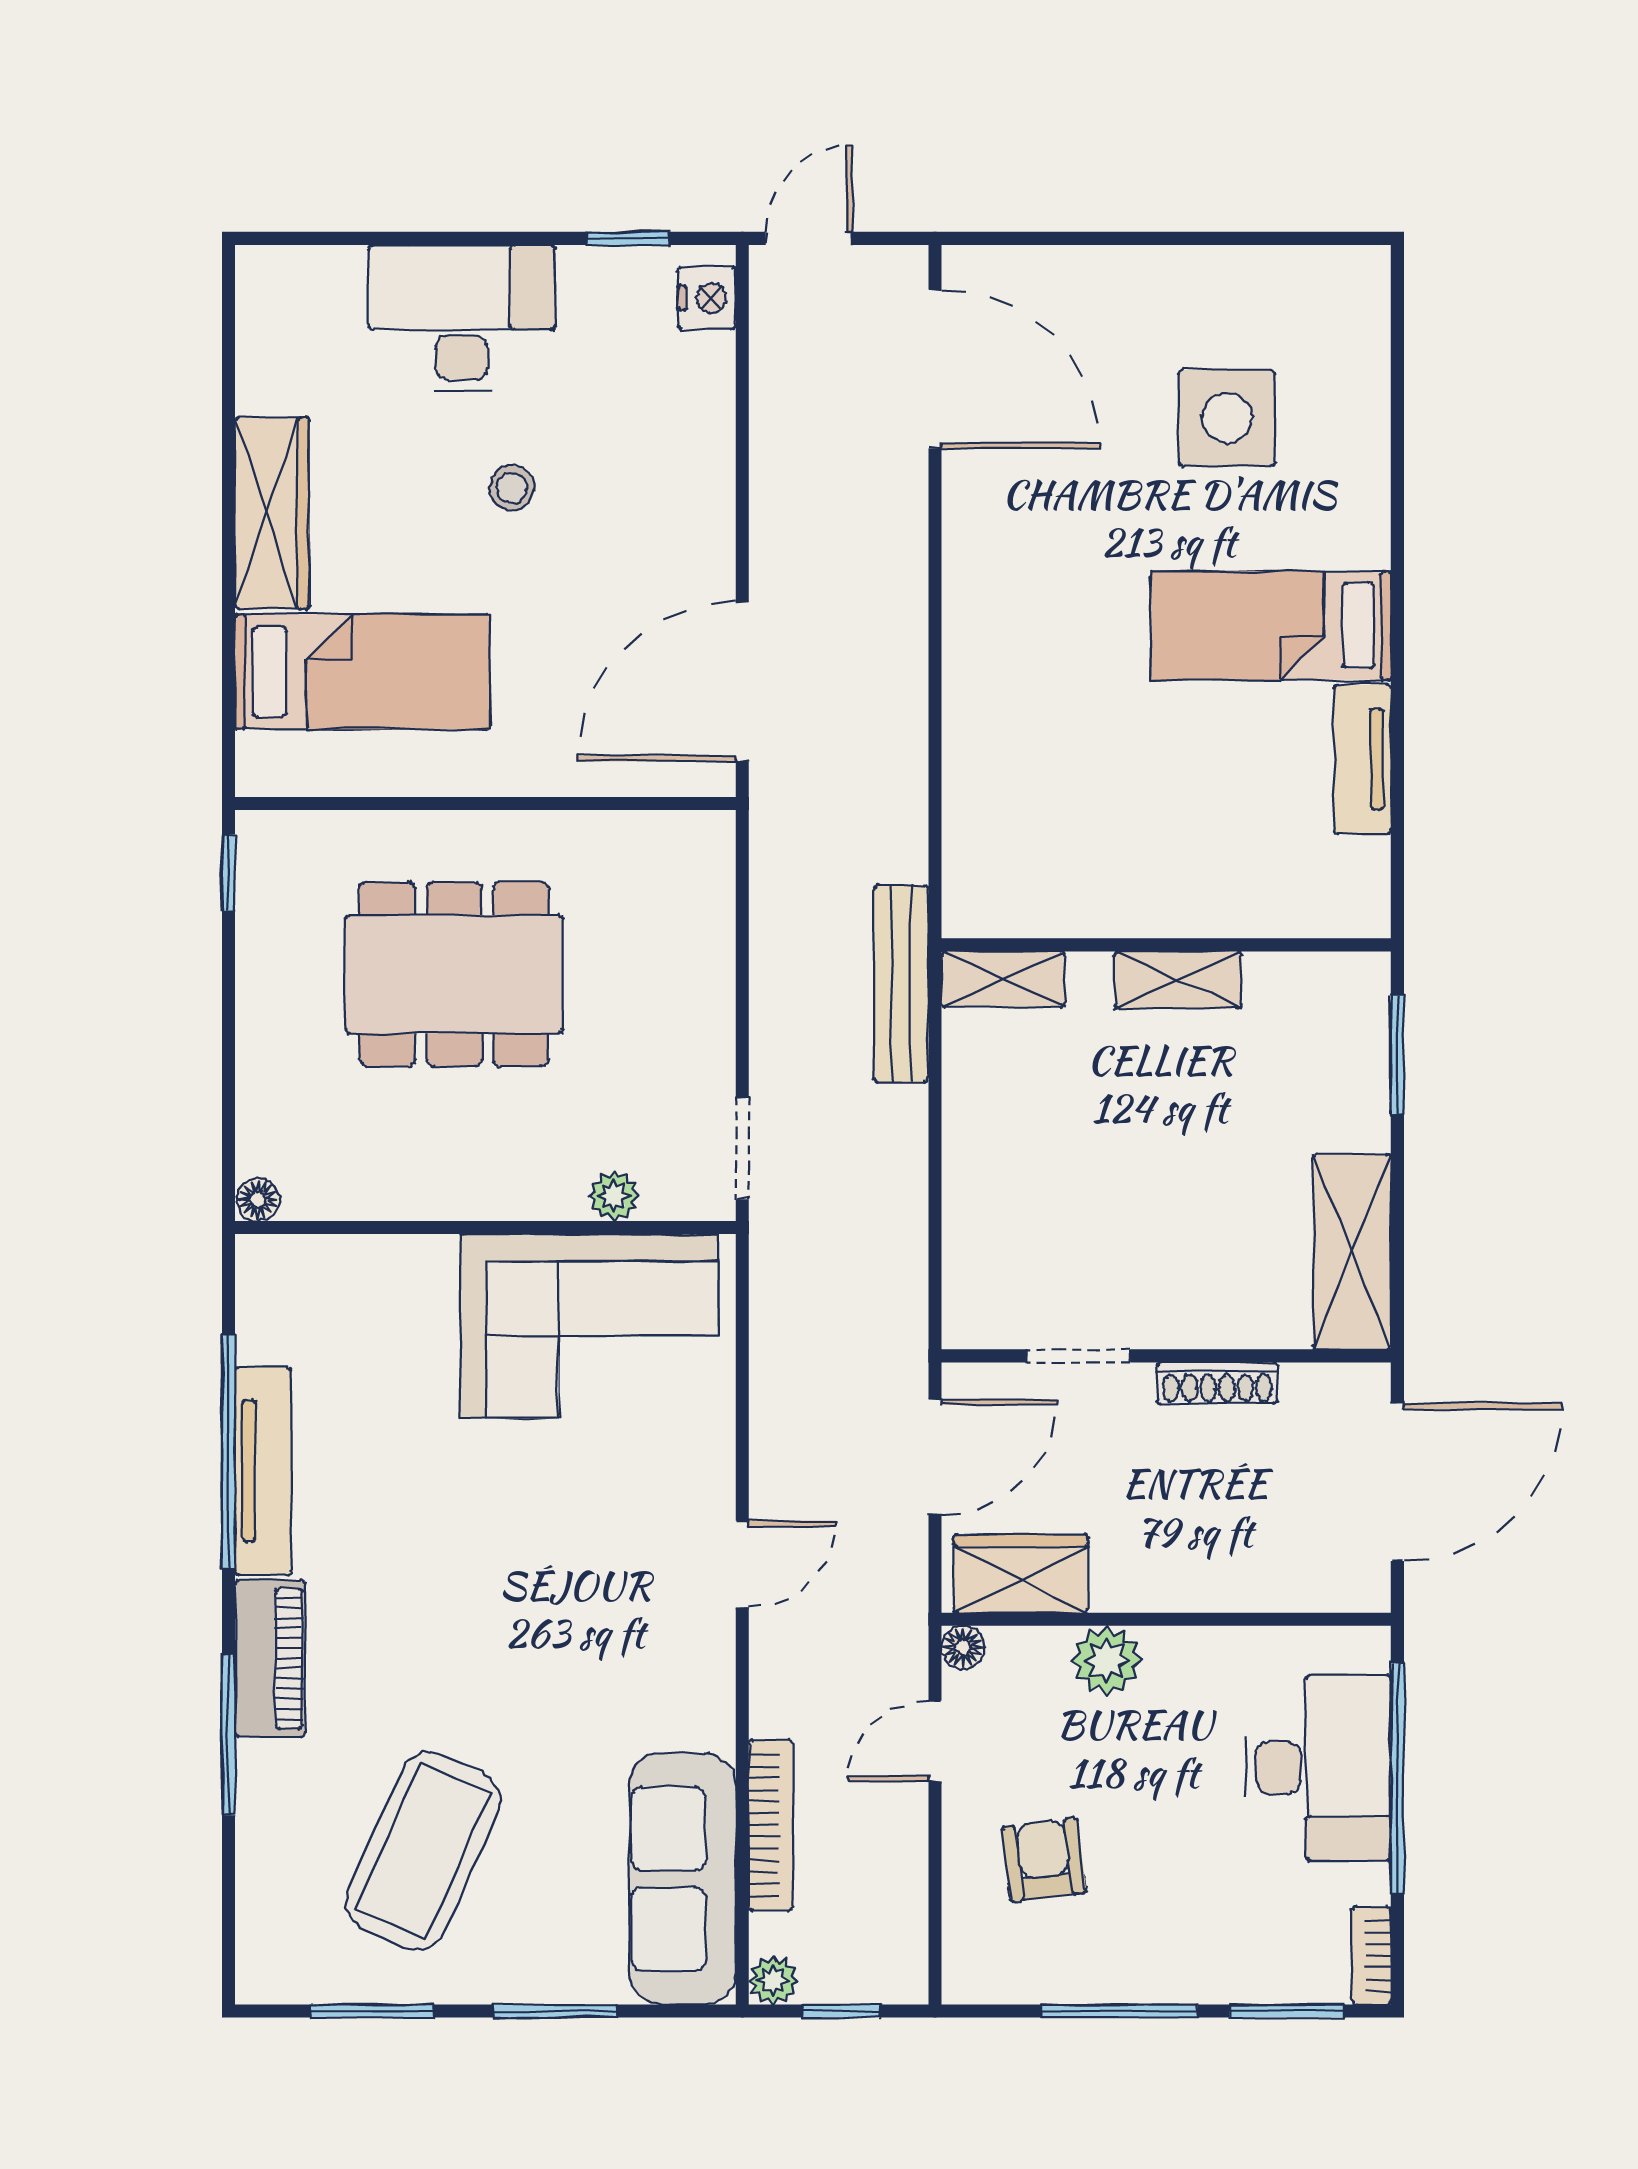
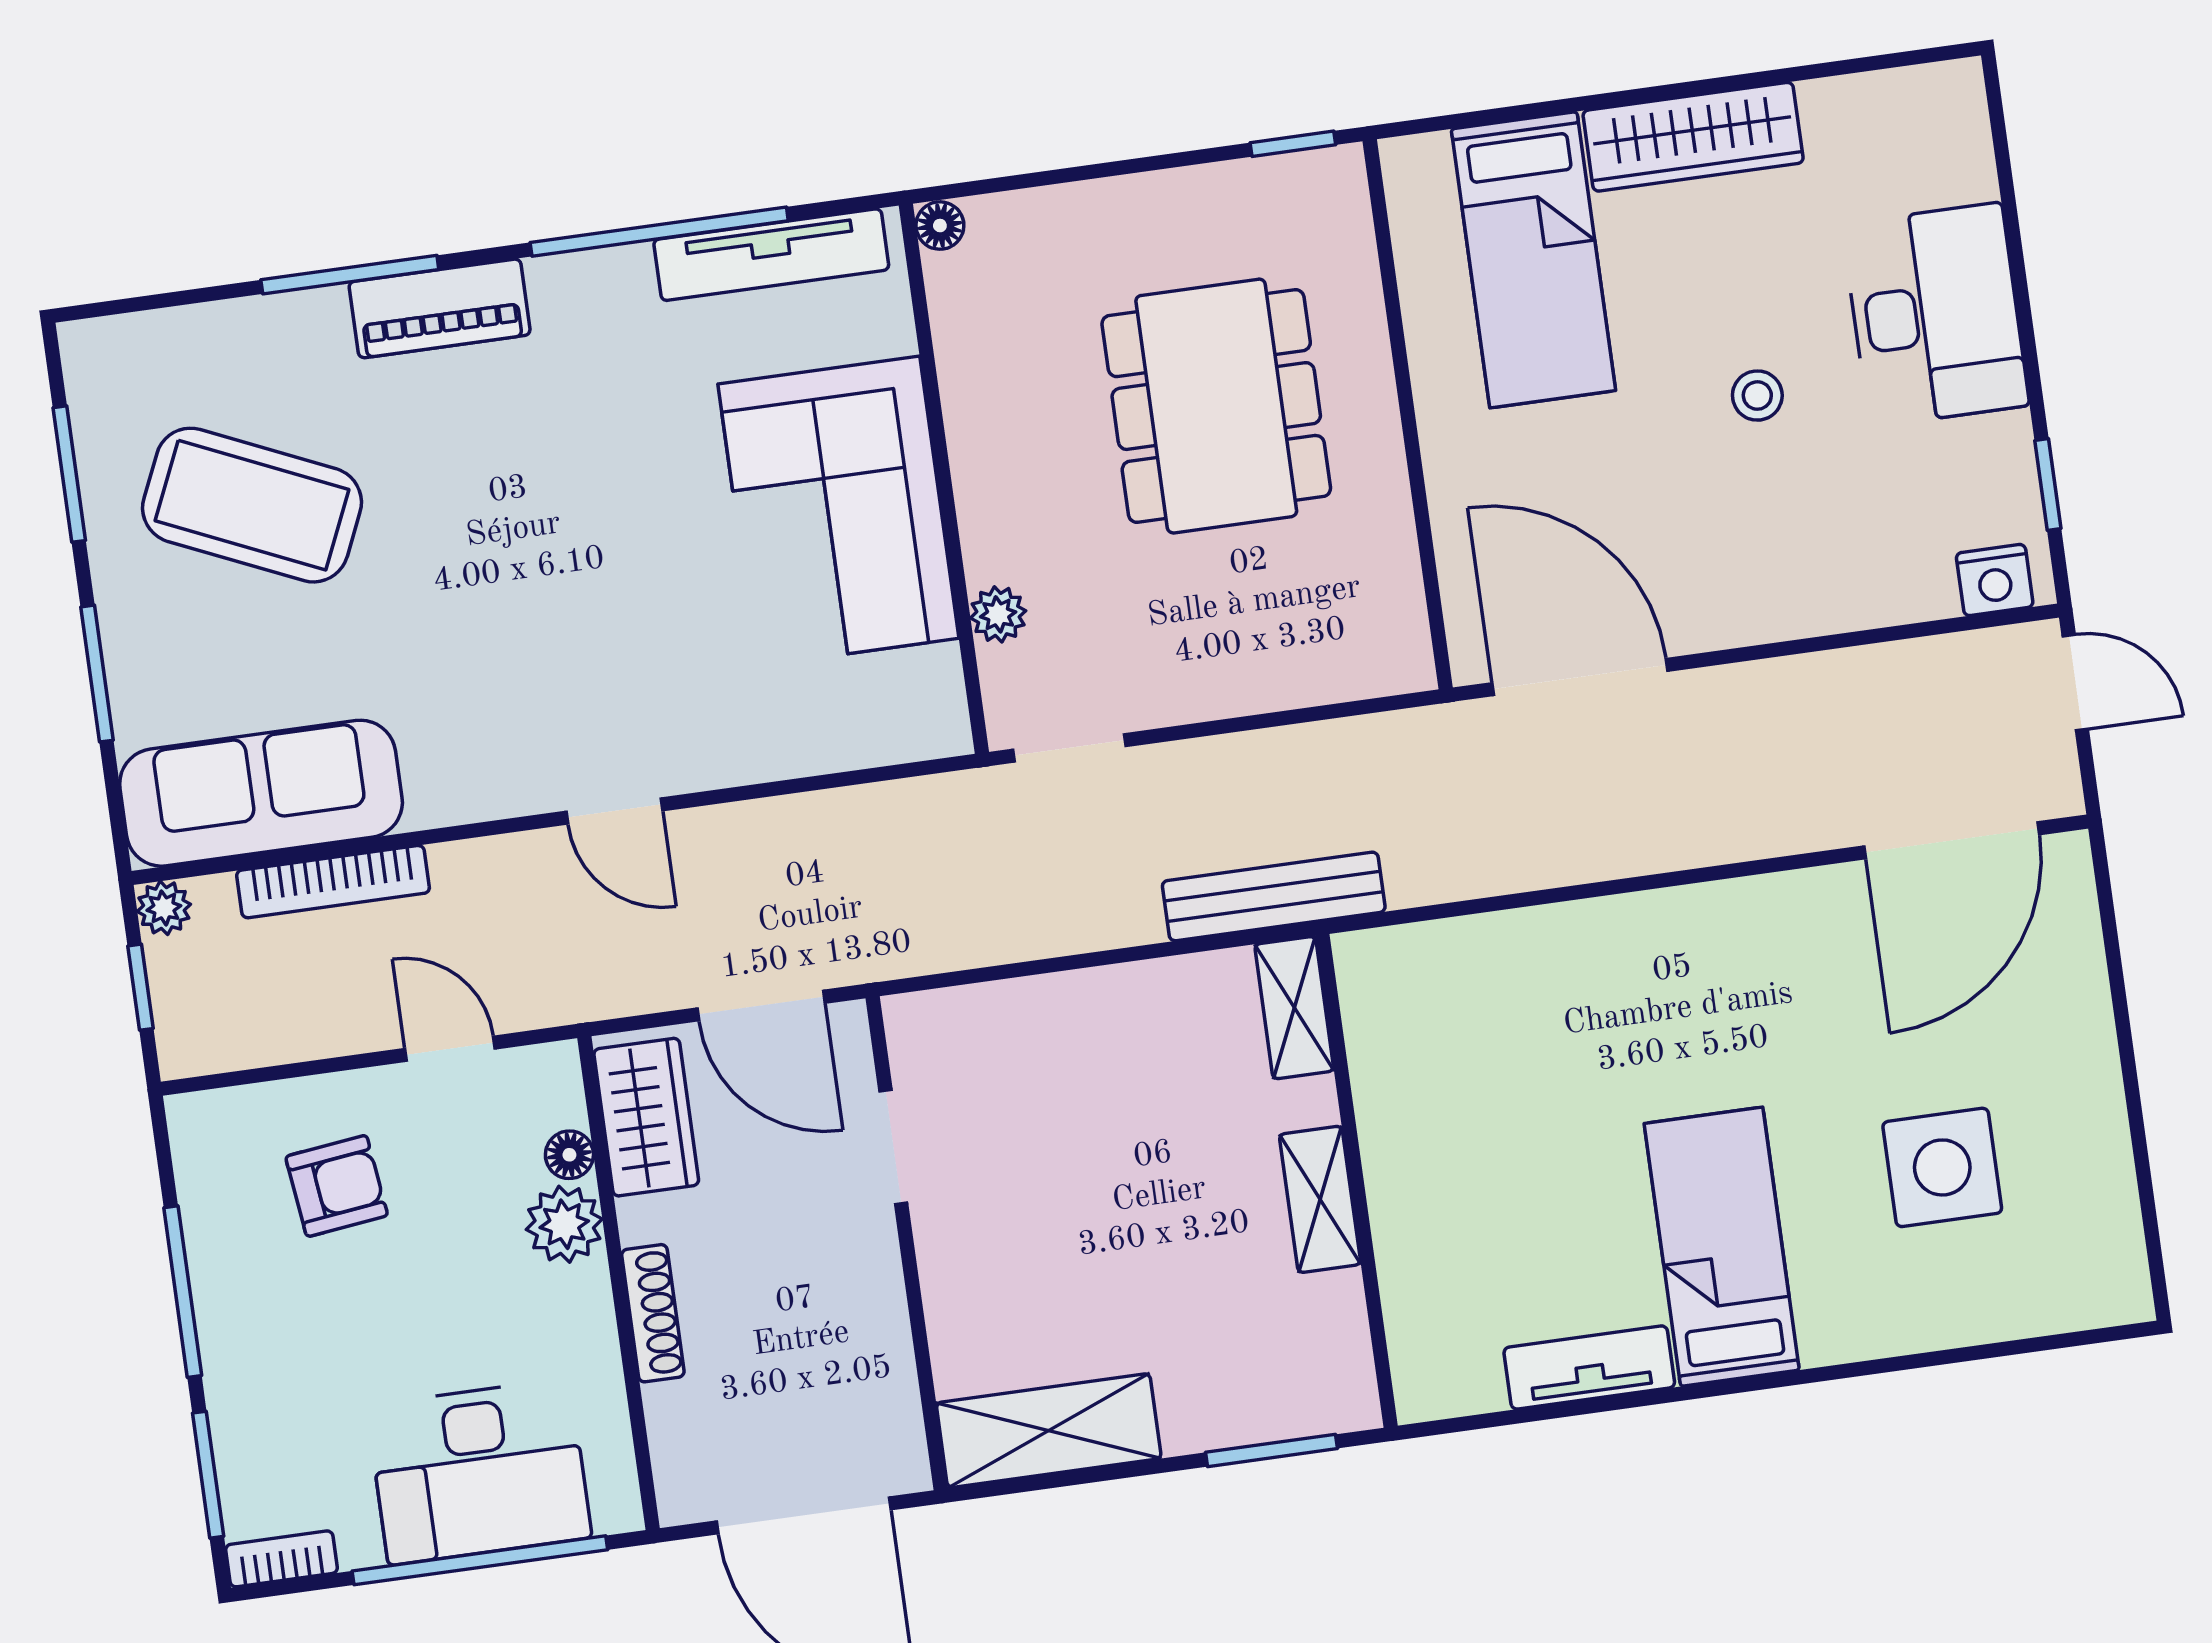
corner sofa: (589, 1326) -> (838, 511), moved
shoe rack: (1218, 1383) -> (653, 1313), moved, turned 180
tv unit: (263, 1471) -> (771, 255), moved
floor lamp: (963, 1647) -> (569, 1155), moved

